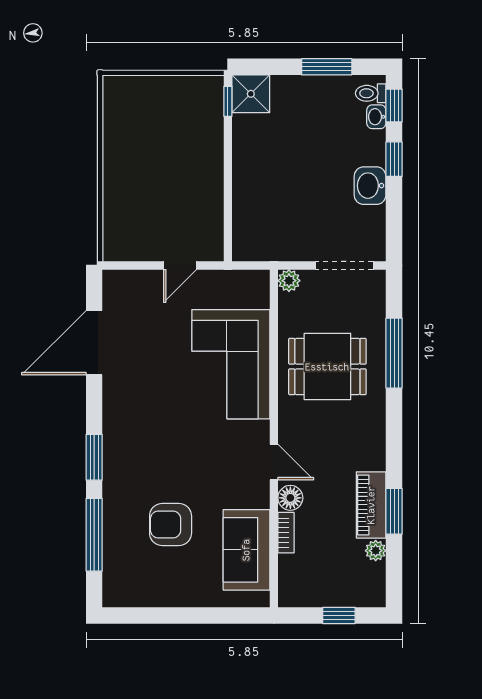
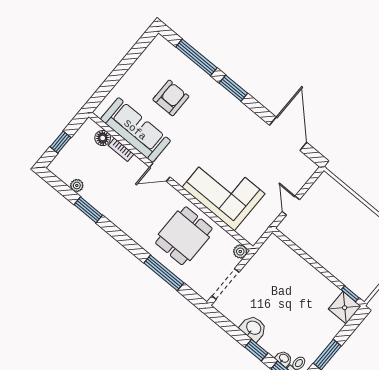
floor lamp: (290, 498) -> (103, 138), moved
piano: (371, 505) -> (100, 202), removed
sofa: (246, 550) -> (135, 130), width x1.36

